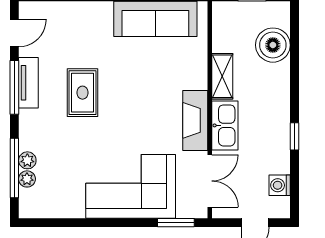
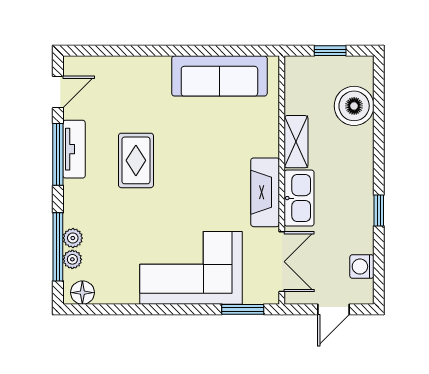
floor lamp: (36, 208) -> (82, 293), added

